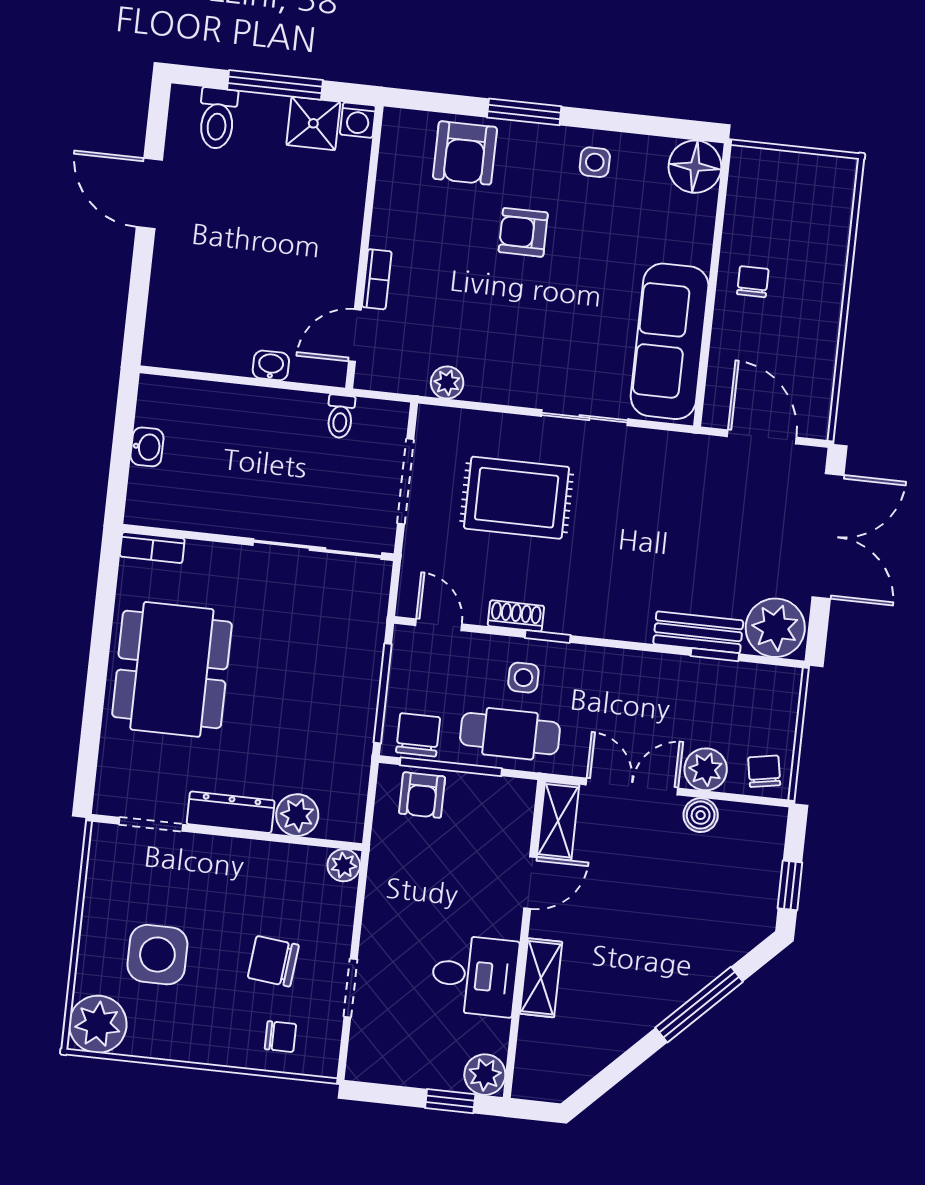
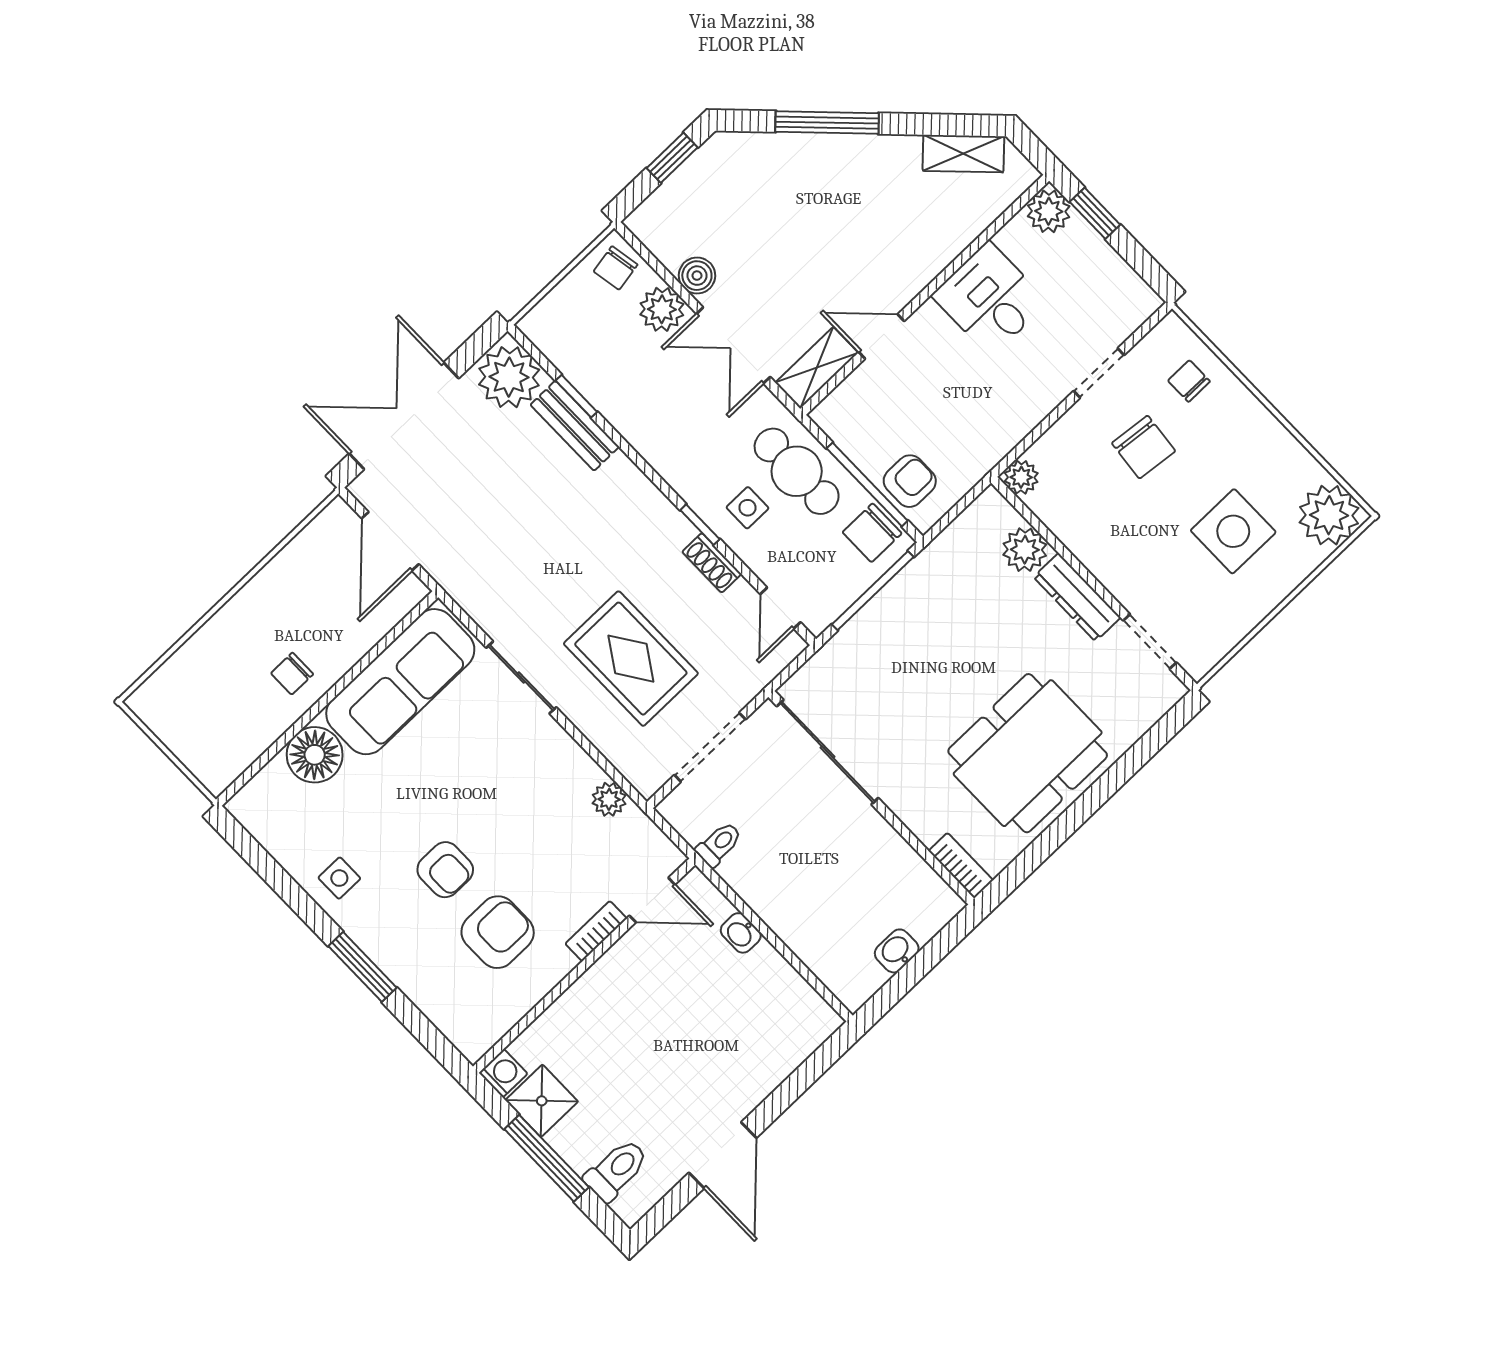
armchair: (465, 153) -> (498, 932), moved
floor lamp: (695, 167) -> (315, 755), moved
shelving: (541, 978) -> (963, 154), moved, turned 45

